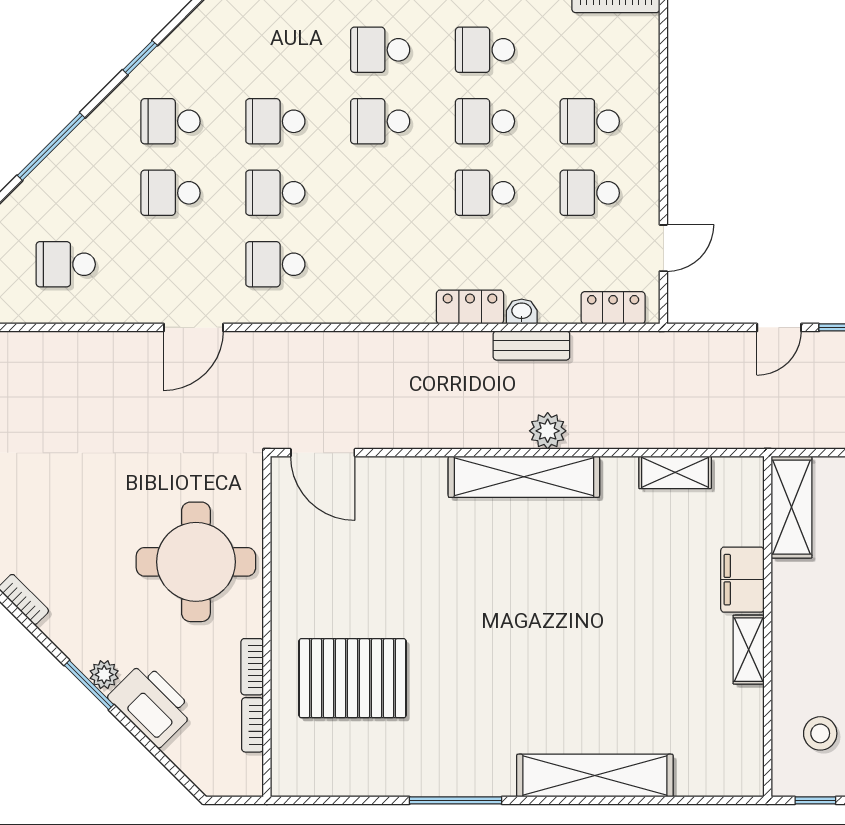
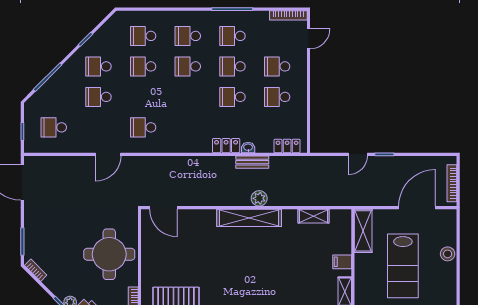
school desk: (275, 193) -> (143, 36), moved
door: (663, 248) -> (308, 39), moved
filing cabinet: (742, 580) -> (342, 262), width x0.50

